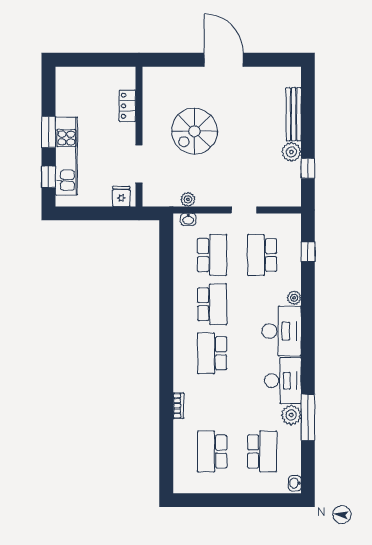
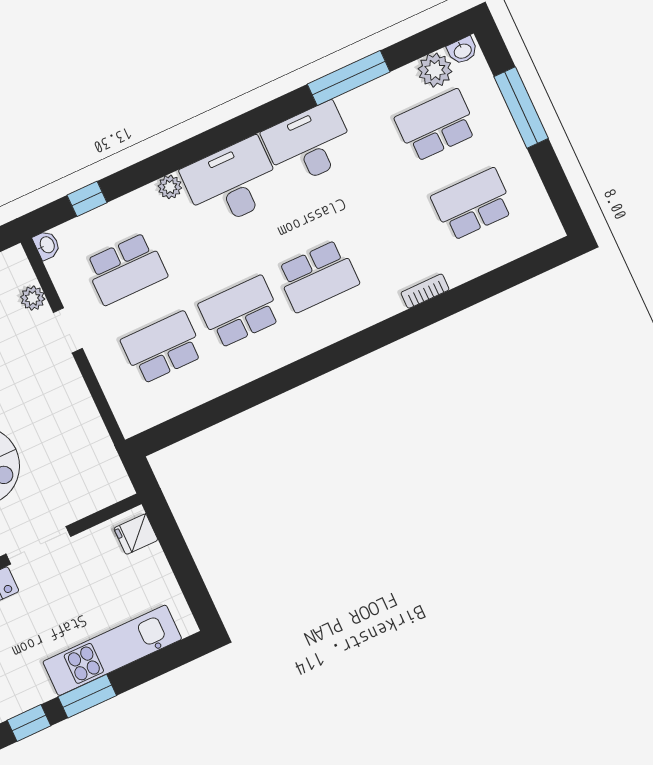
doorway: (139, 164) -> (38, 545), moved
window: (48, 177) -> (29, 723), moved
plant: (188, 199) -> (33, 298), moved
washbasin: (188, 219) -> (47, 245), moved
plant: (291, 415) -> (435, 70), moved
school desk: (212, 452) -> (473, 204), turned 180
window: (251, 500) -> (521, 108), added

